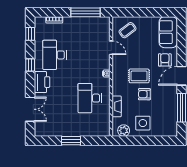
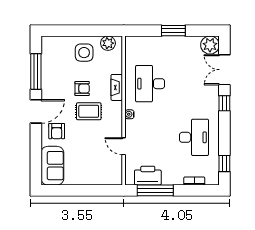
coffee table: (128, 30) -> (103, 168), removed
window: (30, 65) -> (224, 103), moved
printer: (42, 82) -> (148, 176), moved, turned 90
desk: (90, 98) -> (150, 84), turned 180
fireplace: (117, 106) -> (117, 87), moved
plant: (42, 129) -> (210, 45), added

